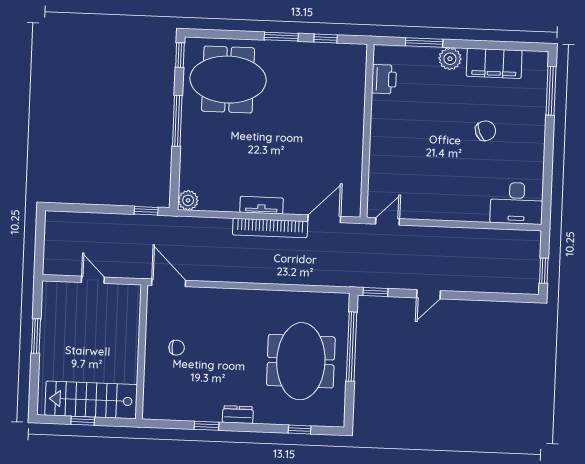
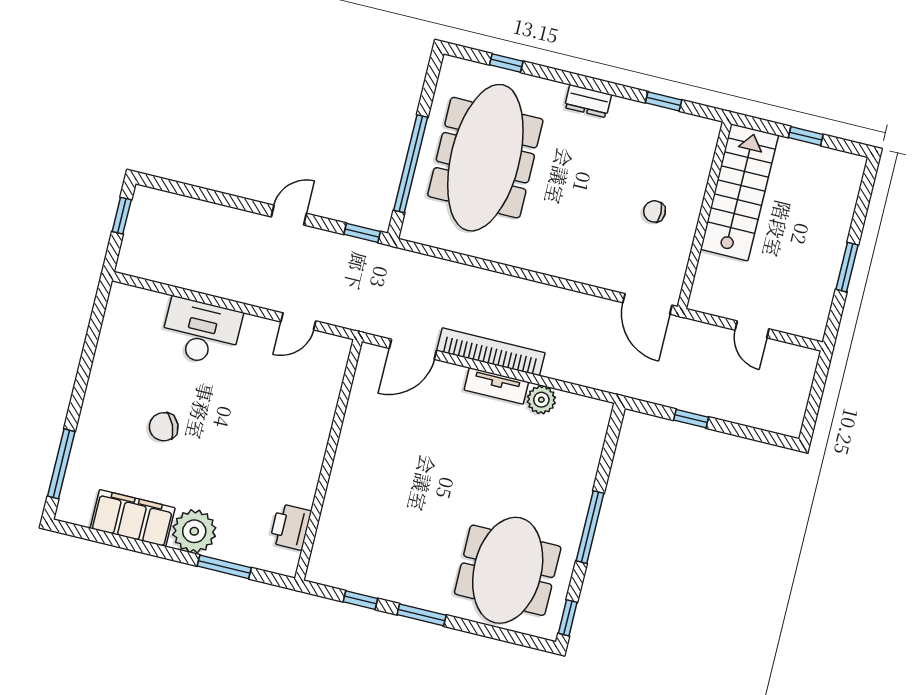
plant: (450, 59) -> (194, 531), width x1.36, depth x1.36
meeting table: (228, 80) -> (508, 570), turned 90
plant: (188, 200) -> (541, 400), moved
desk: (517, 203) -> (201, 332), moved
window: (146, 211) -> (691, 419), moved
door: (387, 221) -> (298, 321), moved
meeting table: (301, 361) -> (485, 158), width x1.36
stairs: (91, 400) -> (739, 192), moved, turned -90
window: (206, 426) -> (664, 101), moved

